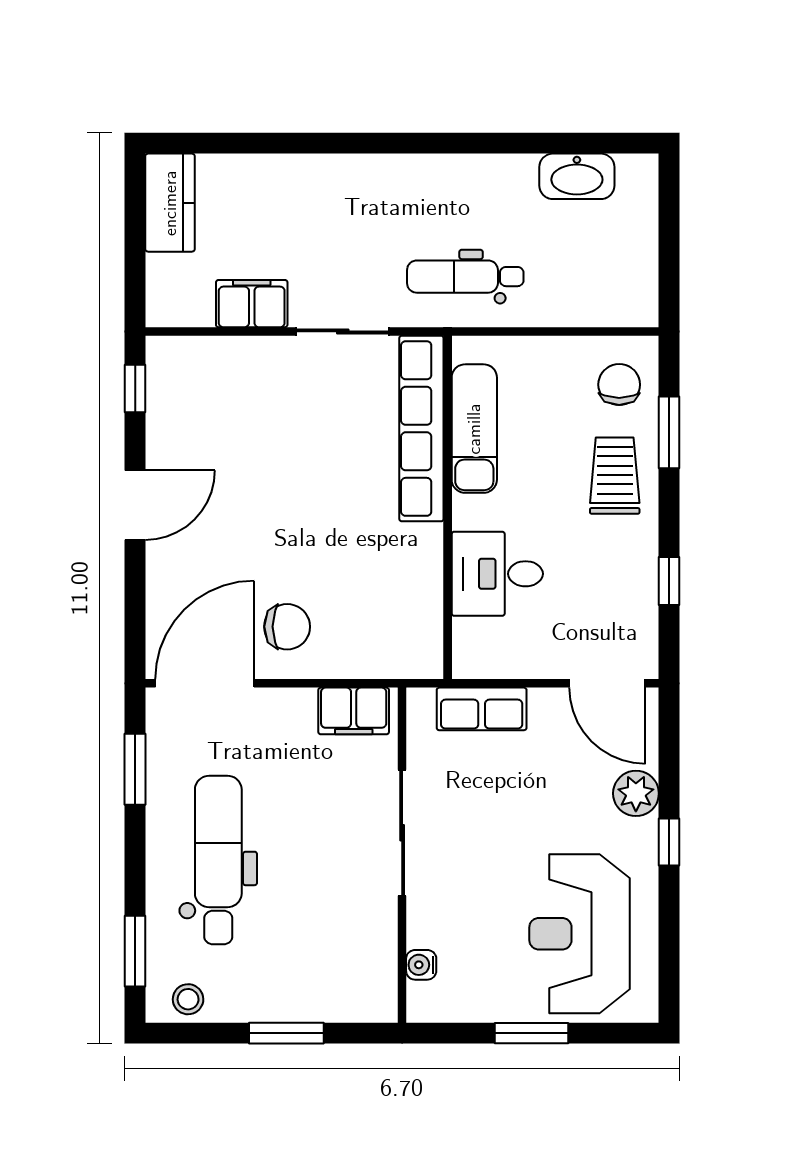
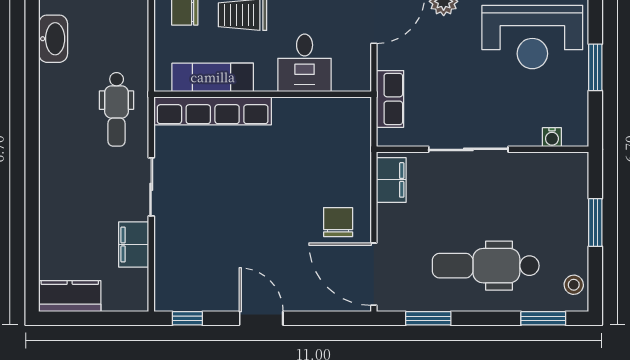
row of seats: (421, 429) -> (213, 111), moved
exam couch: (474, 429) -> (213, 77), moved
wall: (448, 507) -> (263, 94), moved
desk: (497, 574) -> (305, 63), moved

